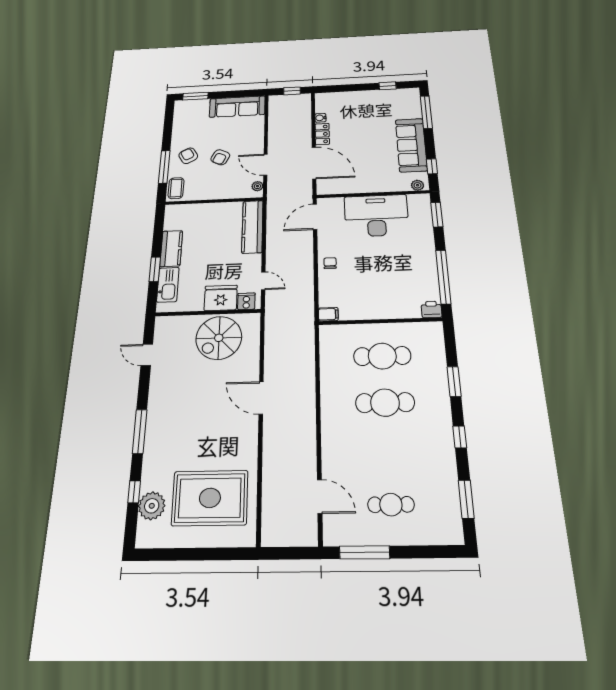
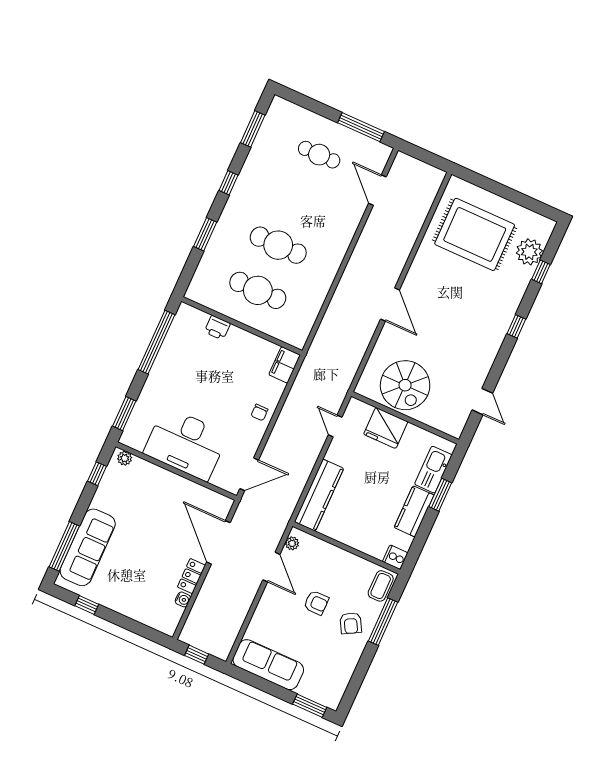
sofa: (411, 145) -> (88, 547), moved
armchair: (220, 157) -> (316, 603), turned 63
cooker: (246, 301) -> (395, 557), moved, turned 90
printer: (431, 309) -> (217, 328), moved
filing cabinet: (328, 314) -> (285, 365), width x2.00
spiral stairs: (219, 338) -> (405, 385), turned 90
window: (140, 431) -> (516, 326), width x0.46

